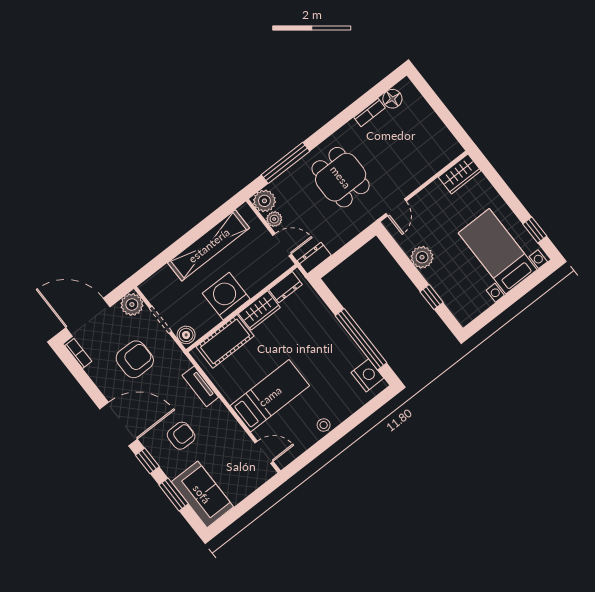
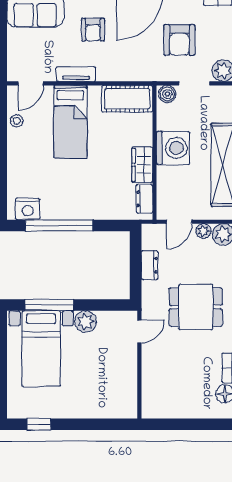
wardrobe: (460, 174) -> (127, 400), removed
door: (396, 207) -> (139, 331), swing flipped
bed with nightstands: (498, 251) -> (41, 349), moved, turned 90
dresser: (314, 258) -> (150, 265), moved
window: (432, 297) -> (49, 305), width x2.17
cot: (225, 341) -> (127, 99), moved, turned 90
tv unit: (200, 386) -> (76, 74), moved
stool: (324, 425) -> (17, 121), moved

